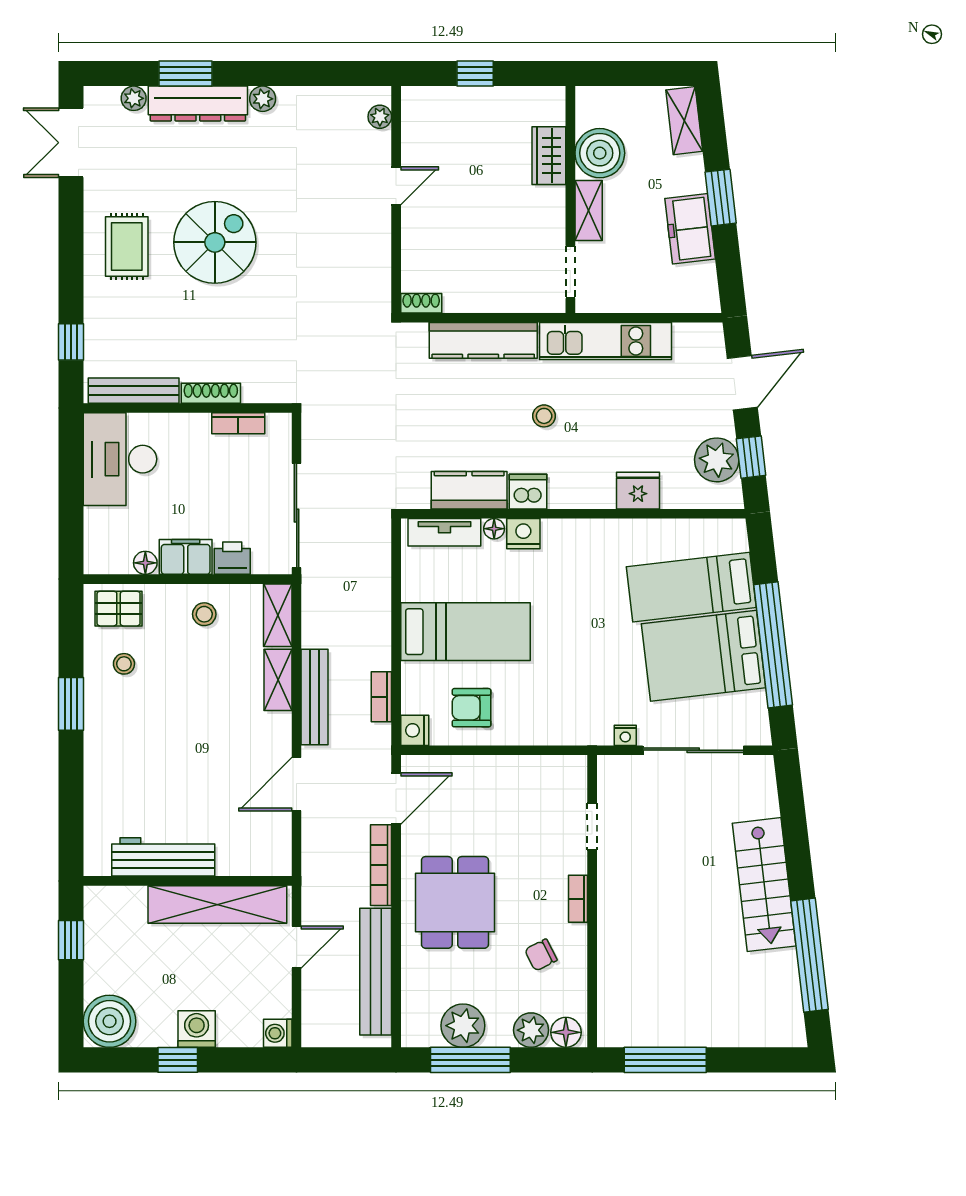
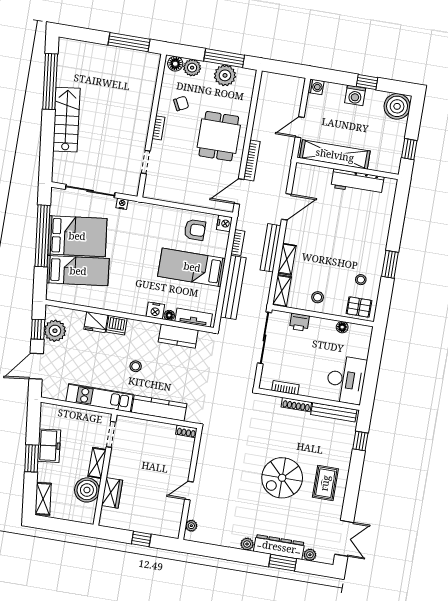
dishwasher: (528, 492) -> (117, 325), moved
filing cabinet: (186, 557) -> (322, 327), removed
bench: (376, 972) -> (233, 287), moved

